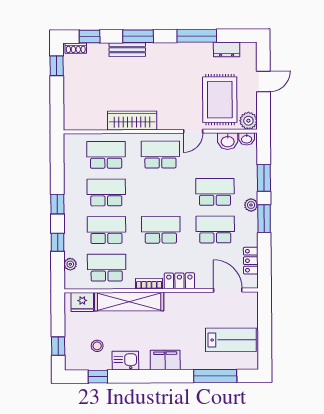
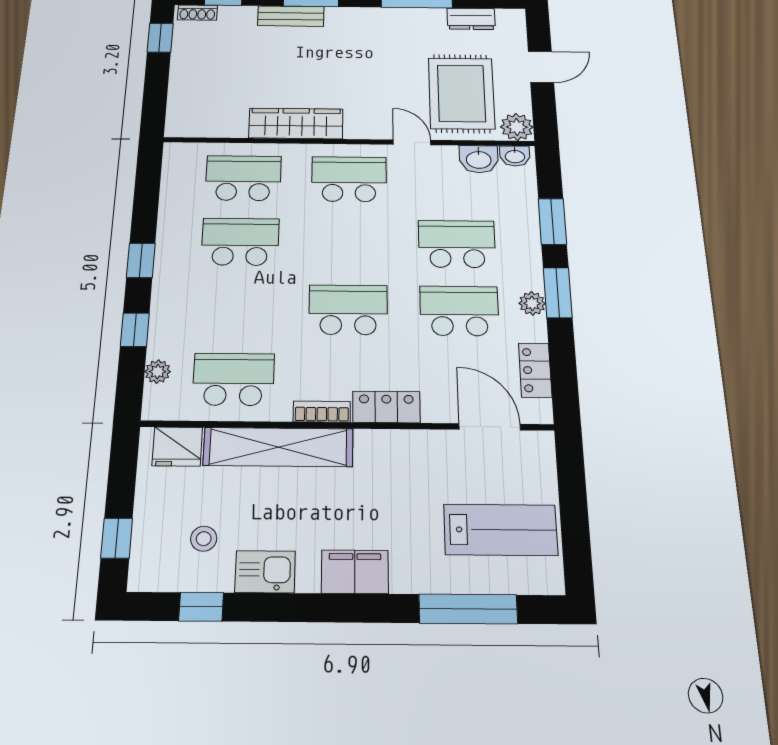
door: (193, 131) -> (412, 142), swing flipped
plant: (251, 205) -> (532, 303), moved
school desk: (106, 230) -> (237, 309), removed

